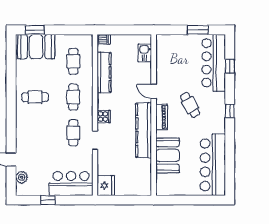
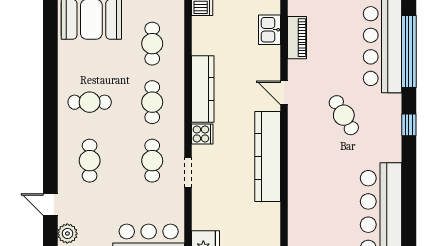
window: (230, 66) -> (409, 52), width x3.17
kitchen counter: (104, 72) -> (203, 89), moved
piano: (162, 117) -> (297, 38), moved
cafe table: (35, 133) -> (90, 161), added
booth: (168, 155) -> (307, 198), removed

